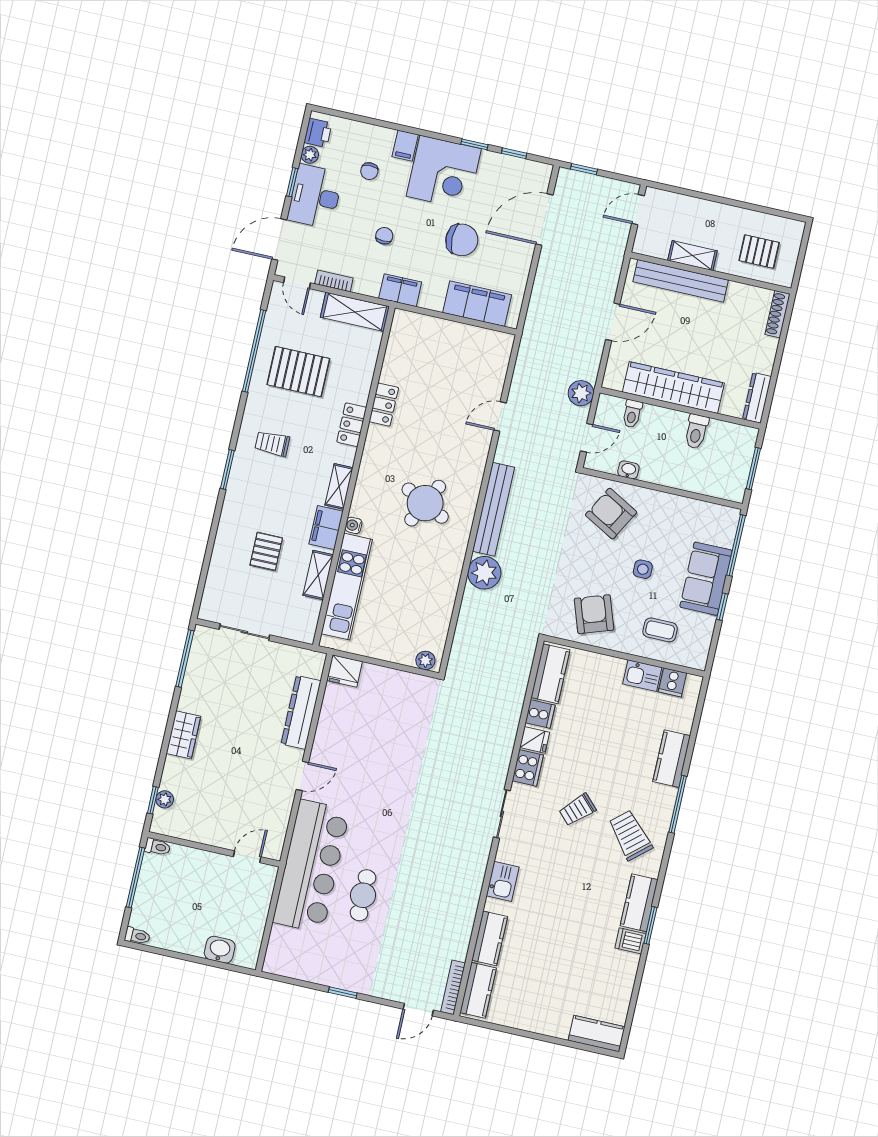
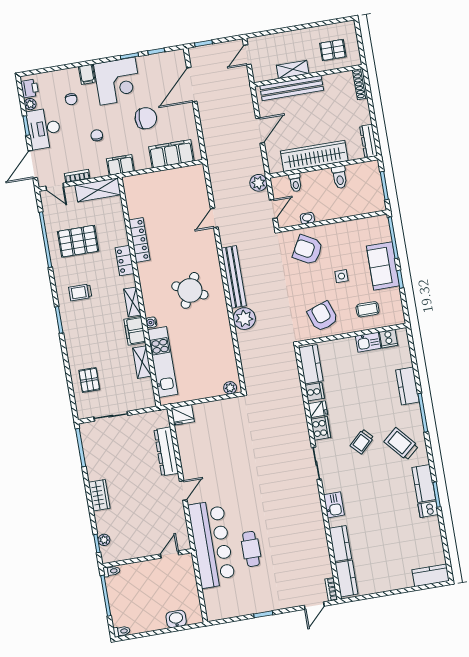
locker: (384, 405) -> (139, 240), width x1.53
pallet: (266, 551) -> (89, 380), moved
bookcase: (453, 987) -> (331, 589), width x0.64

